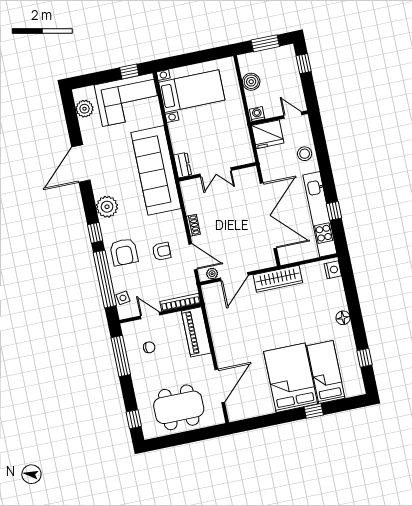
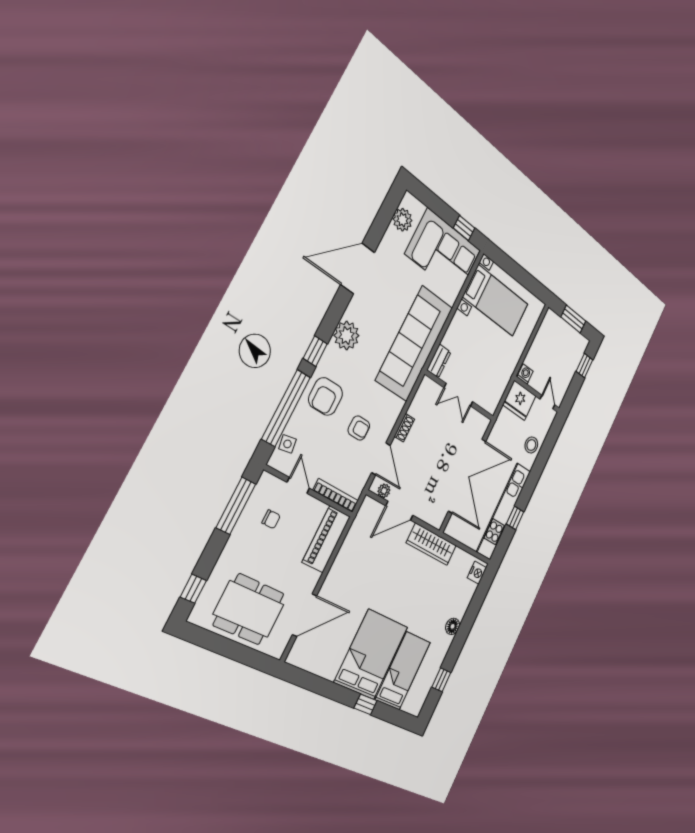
boiler: (251, 82) -> (541, 341), removed

